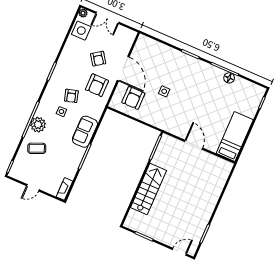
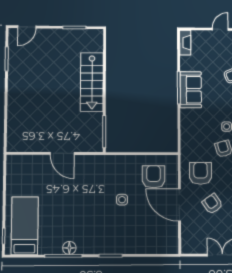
floor lamp: (229, 78) -> (69, 248), moved
sofa: (85, 132) -> (191, 90), moved
bed: (235, 137) -> (25, 226), moved, turned 180

